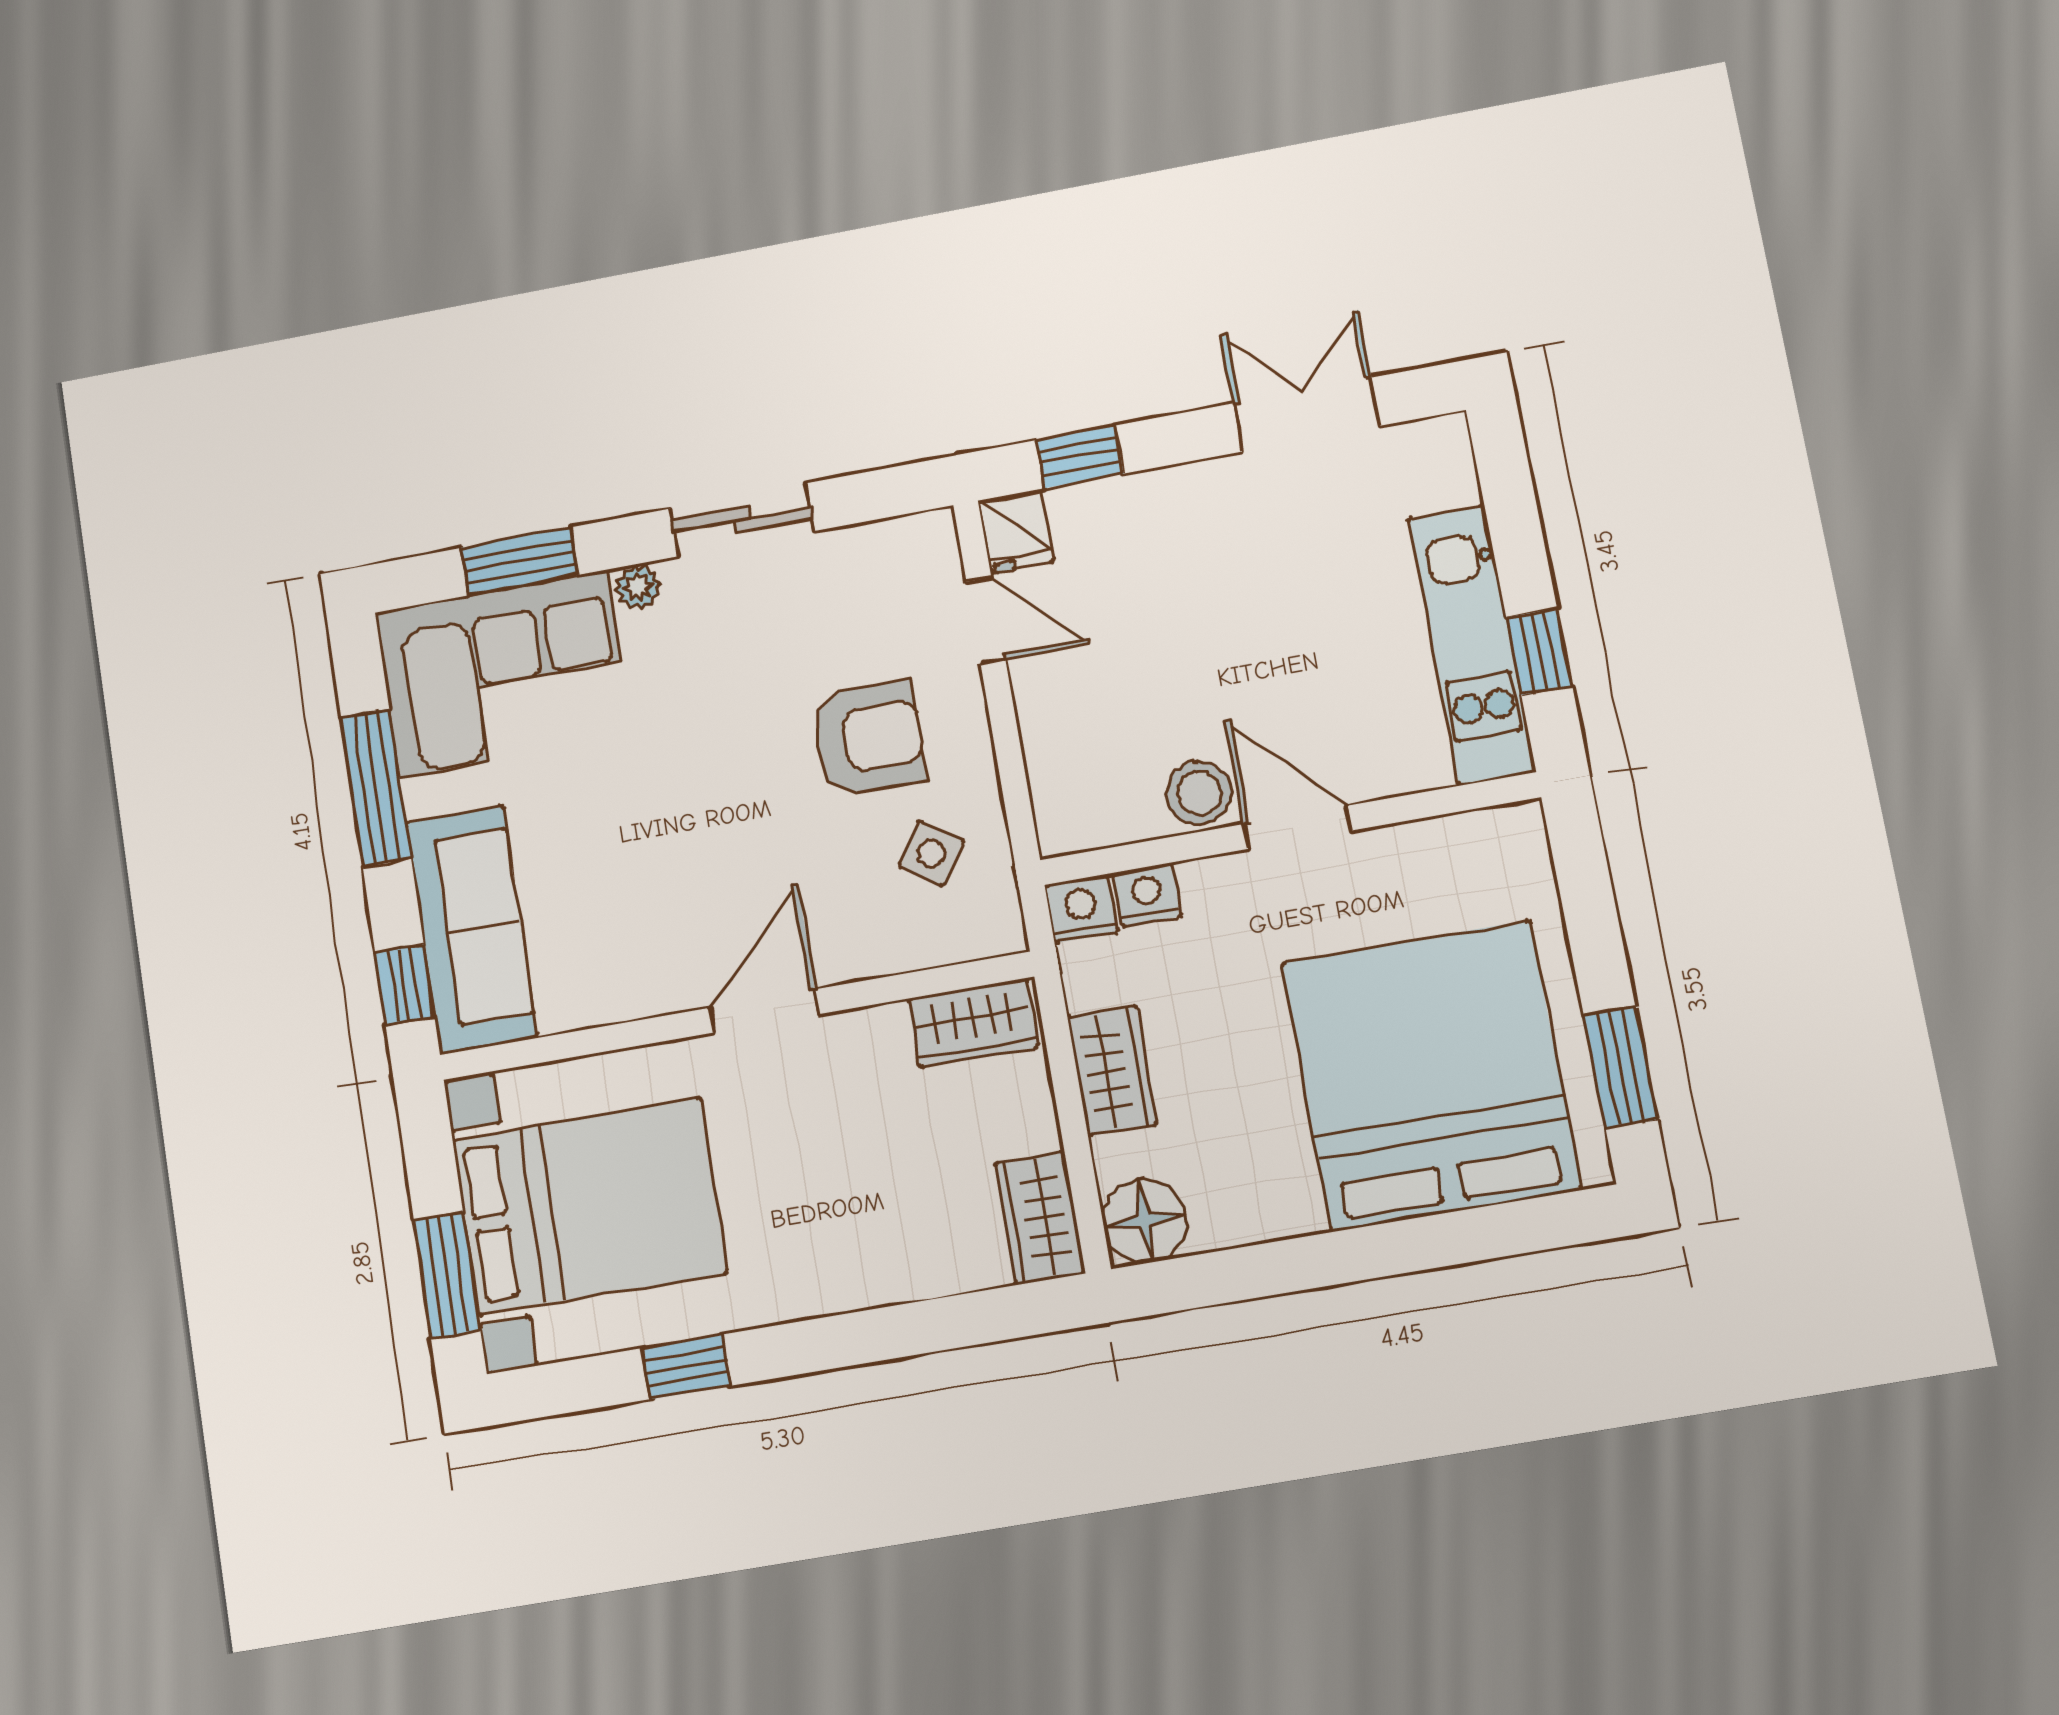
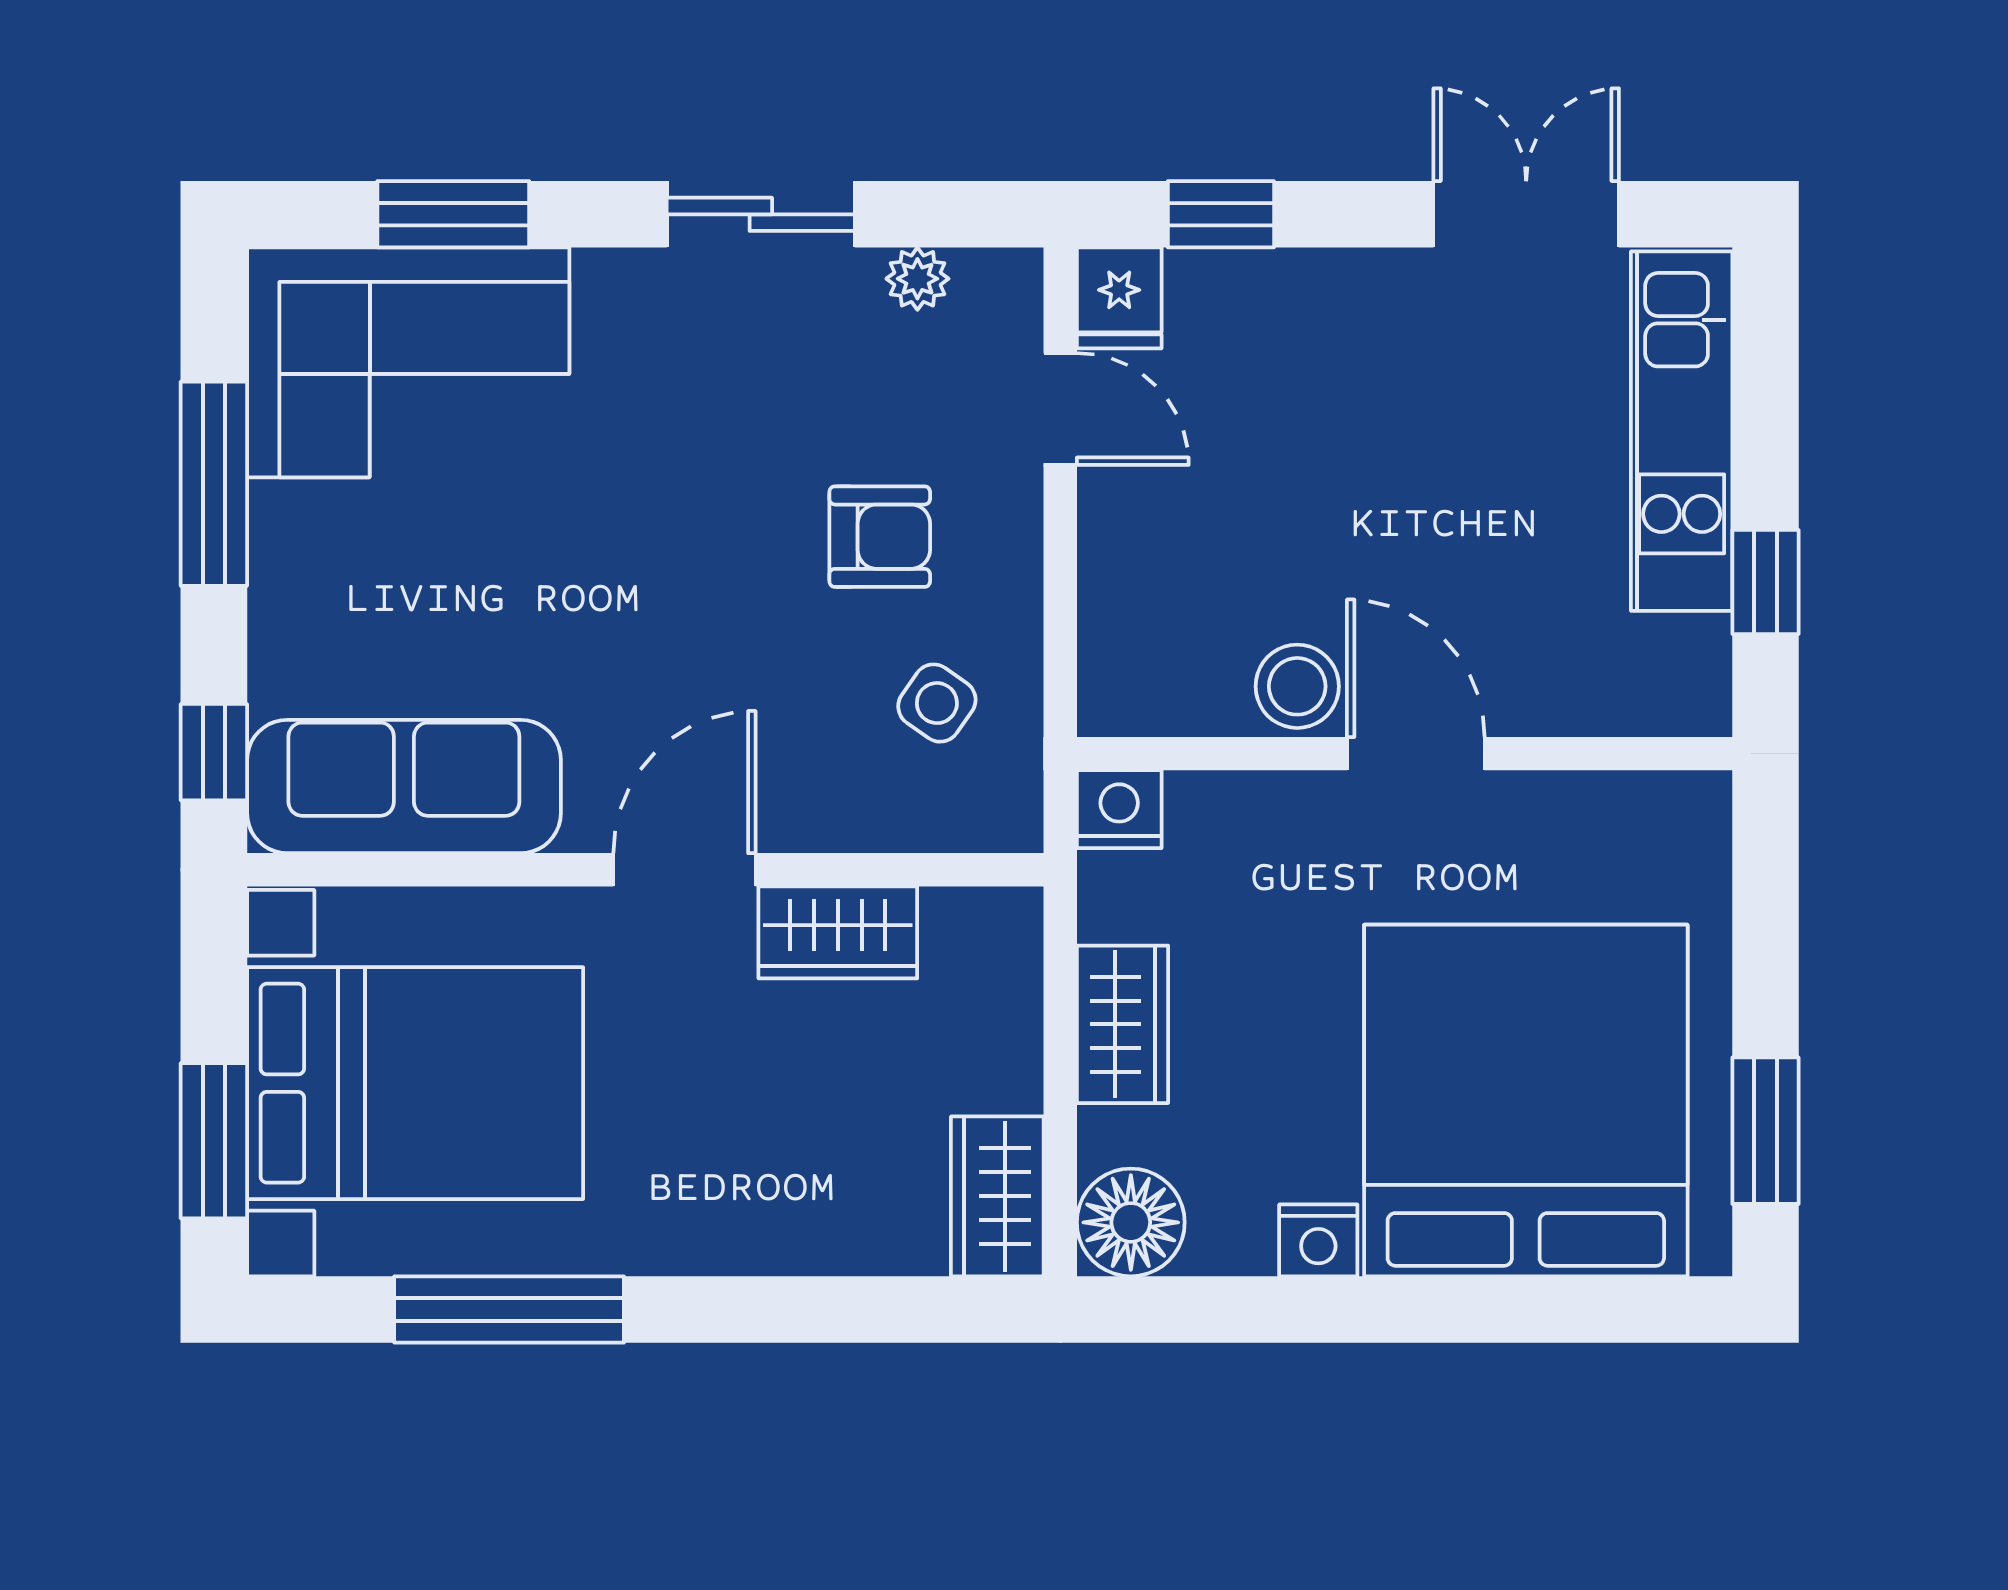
plant: (638, 587) -> (917, 279), moved
kitchen unit: (1472, 645) -> (1682, 431), moved
armchair: (868, 738) -> (880, 537), width x0.72, depth x0.72
nightstand: (1147, 895) -> (1318, 1240), moved, turned 180
sofa: (471, 929) -> (404, 787), moved, turned -90
wardrobe: (973, 1023) -> (838, 932), moved
window: (686, 1367) -> (509, 1310), width x2.17

